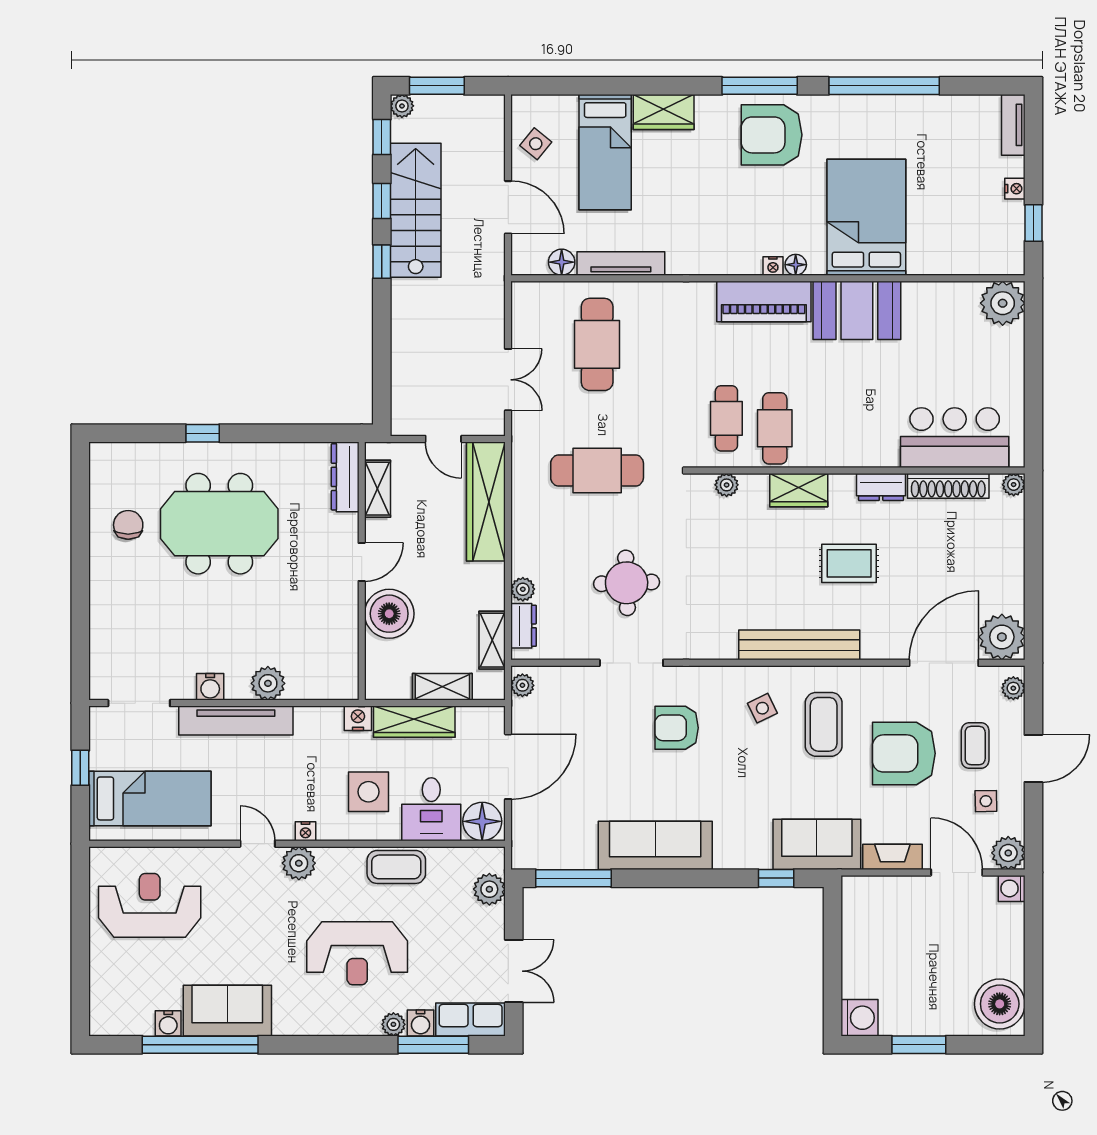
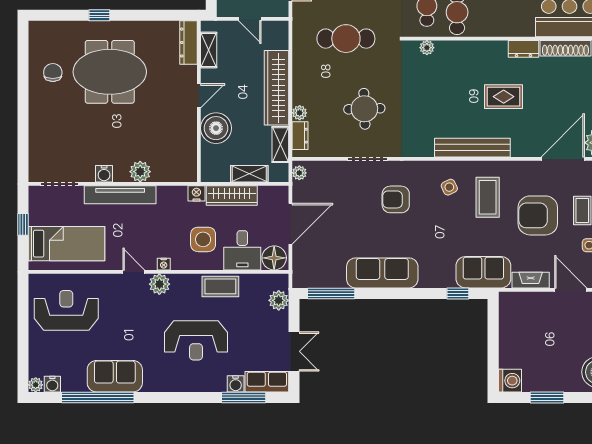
wardrobe: (799, 490) -> (472, 51), removed
wardrobe: (486, 501) -> (276, 88), moved
water cooler: (168, 1023) -> (52, 384), moved
plant: (393, 1024) -> (36, 385), moved

